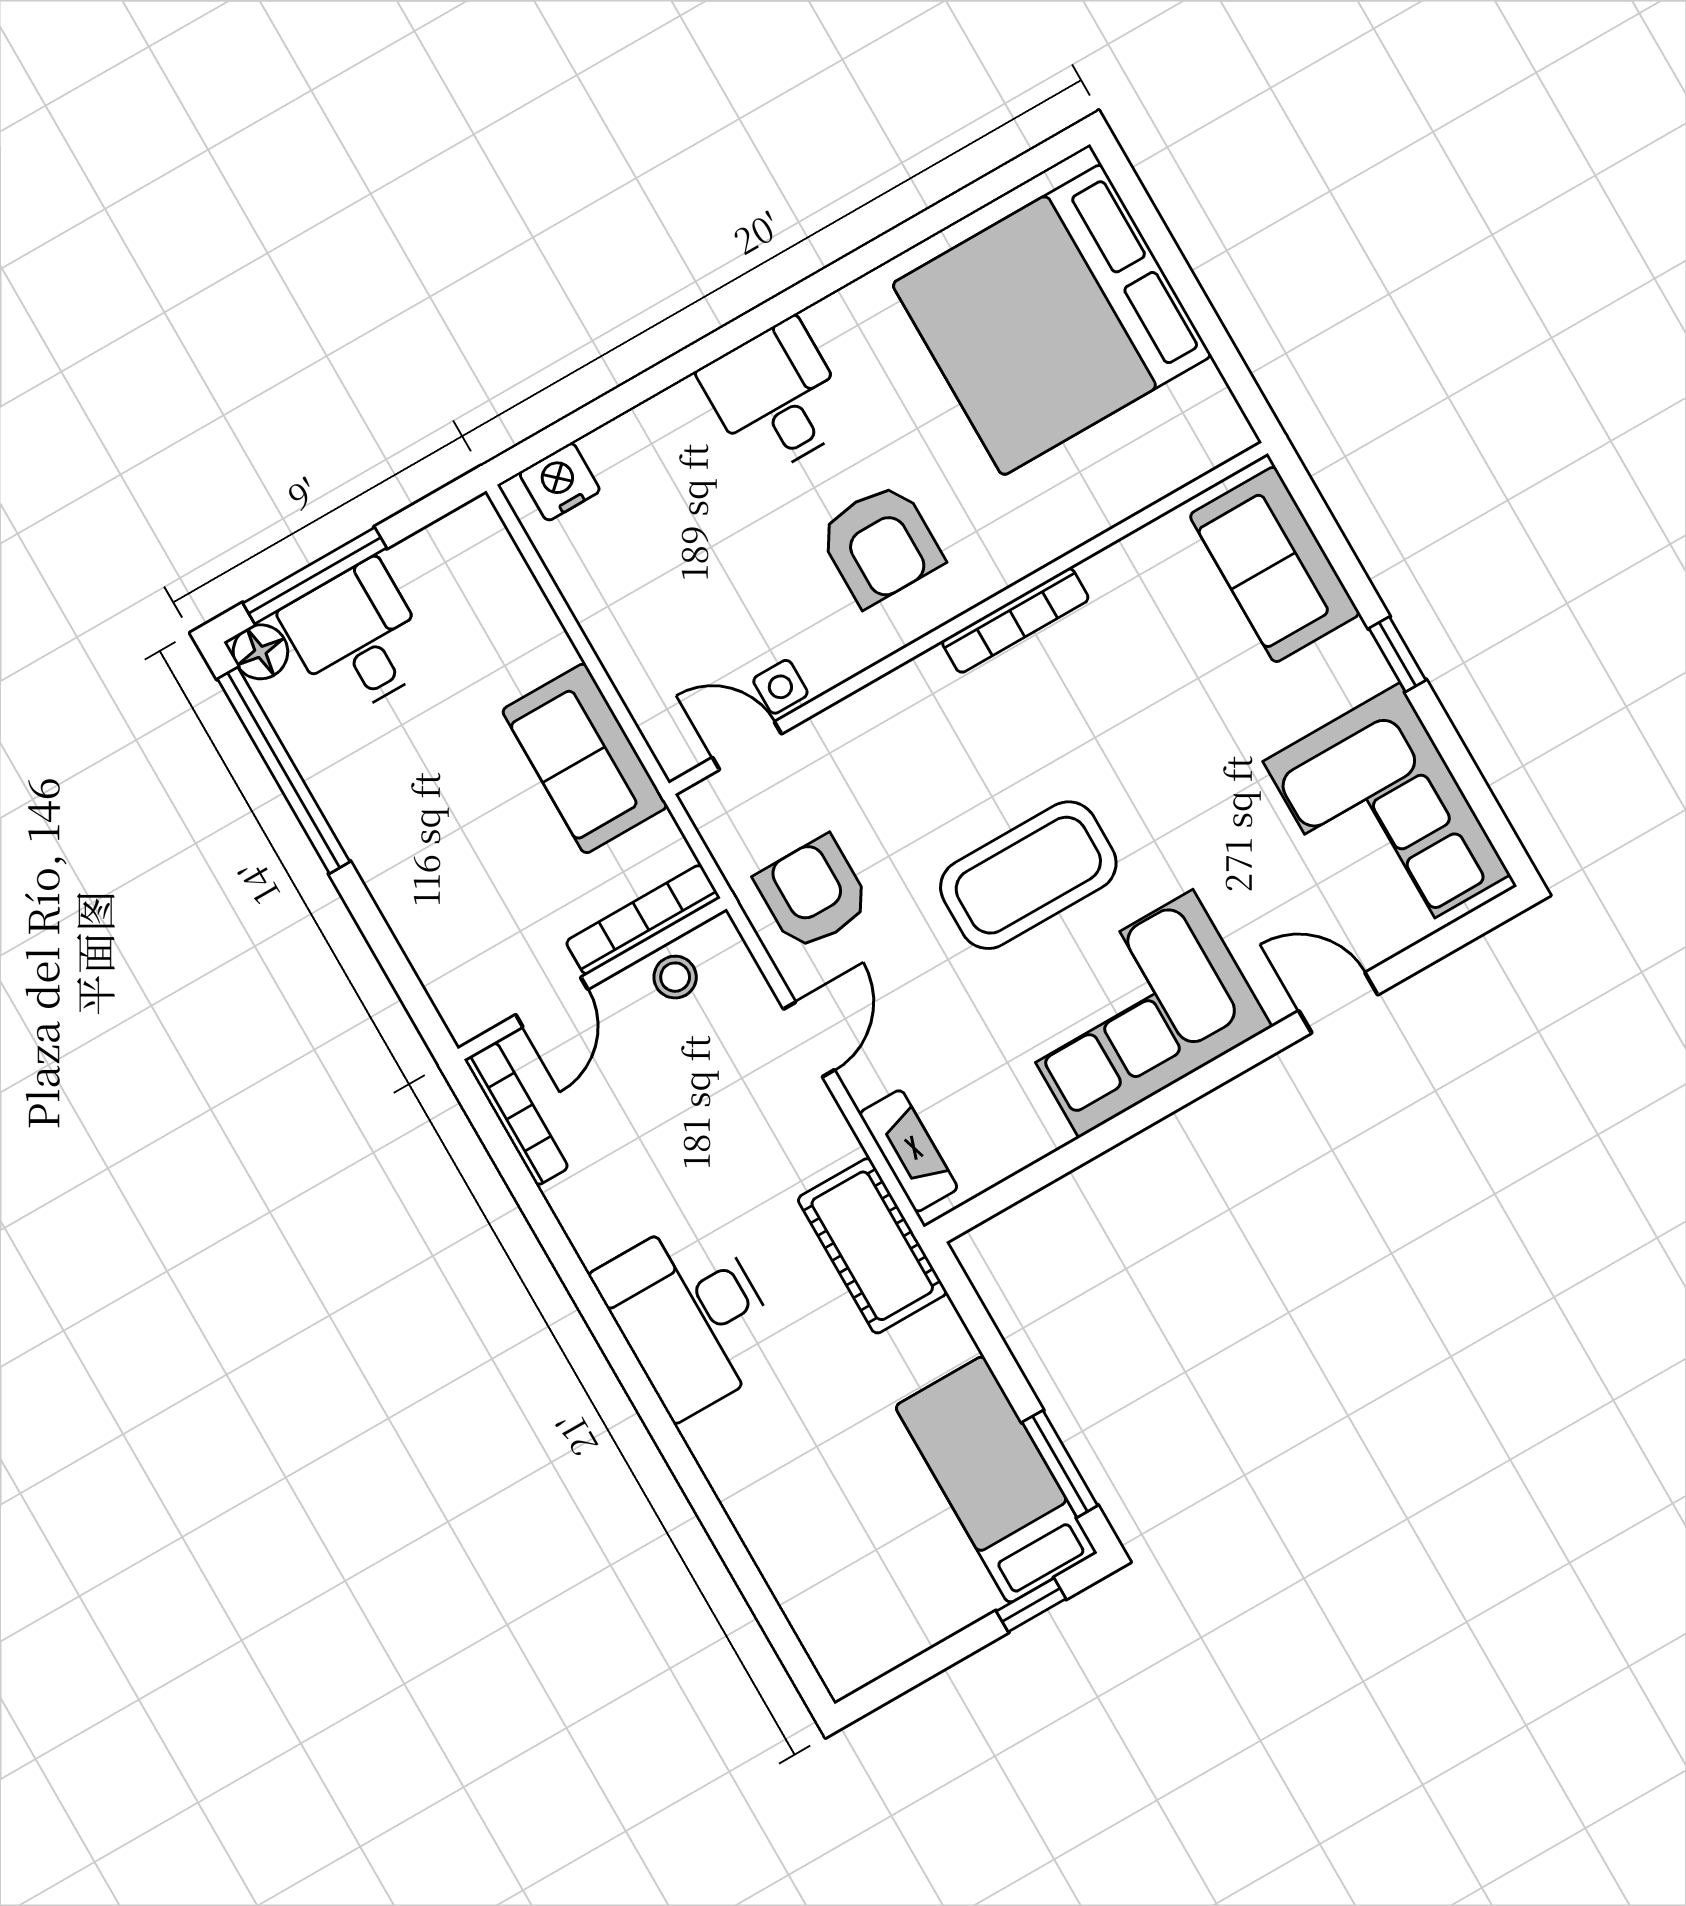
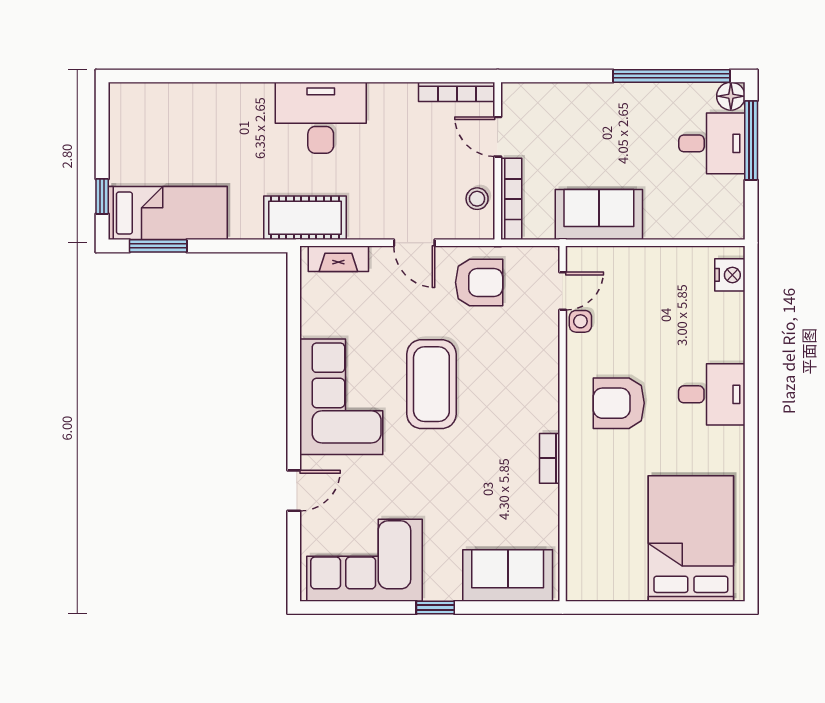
bed: (1052, 320) -> (691, 538), width x0.73
bookcase: (1015, 620) -> (550, 458), width x0.64

